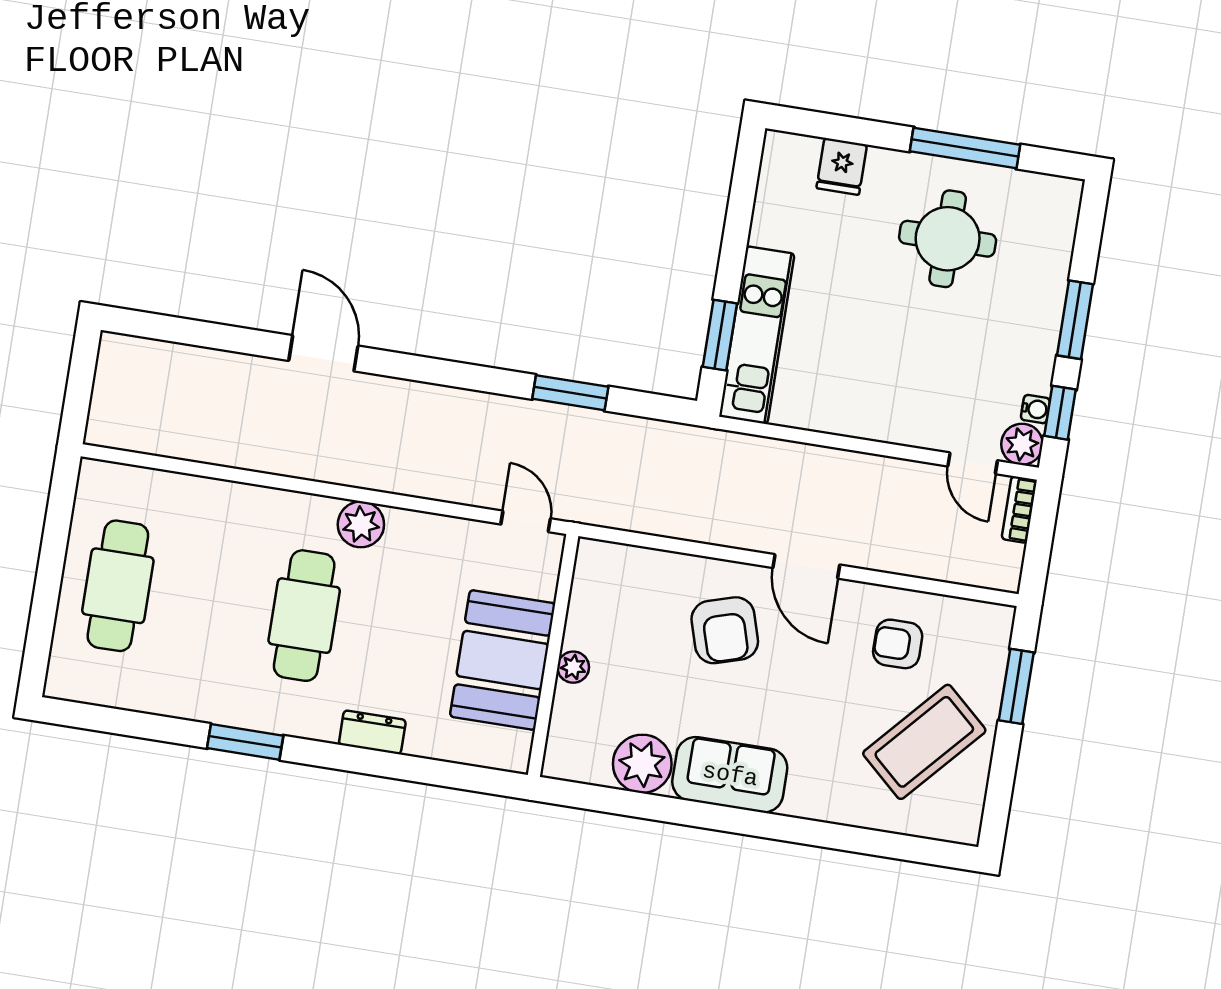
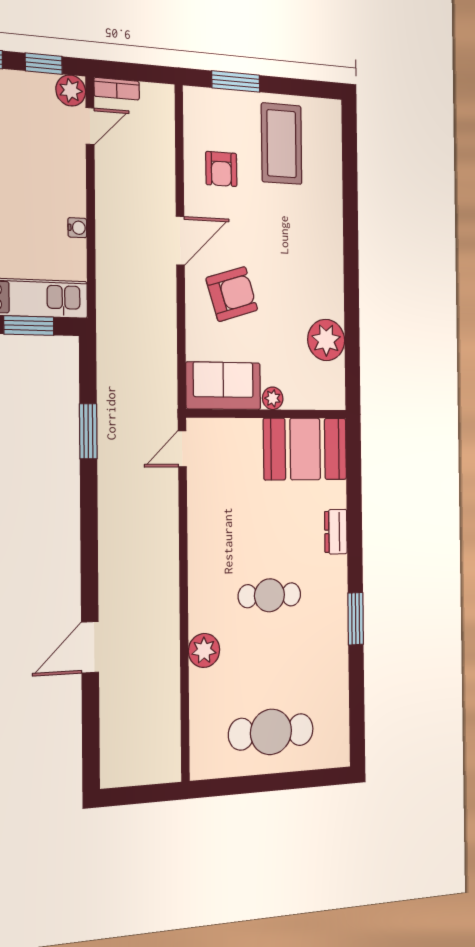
door: (323, 353) -> (90, 647), moved
water cooler: (1035, 409) -> (77, 228), moved, turned 90
plant: (361, 524) -> (204, 650), moved
cafe table: (304, 616) -> (269, 595), width x0.73, depth x0.74
booth: (503, 660) -> (305, 449), moved
coffee table: (924, 742) -> (282, 144), turned 48
sofa: (730, 775) -> (223, 386), moved, turned 90

